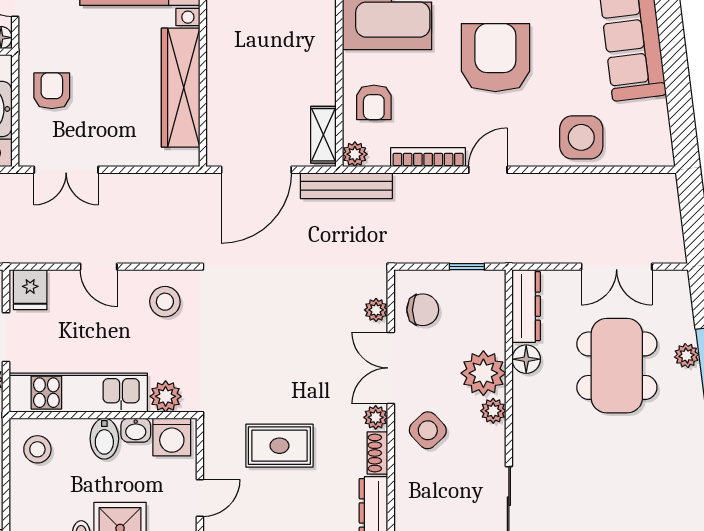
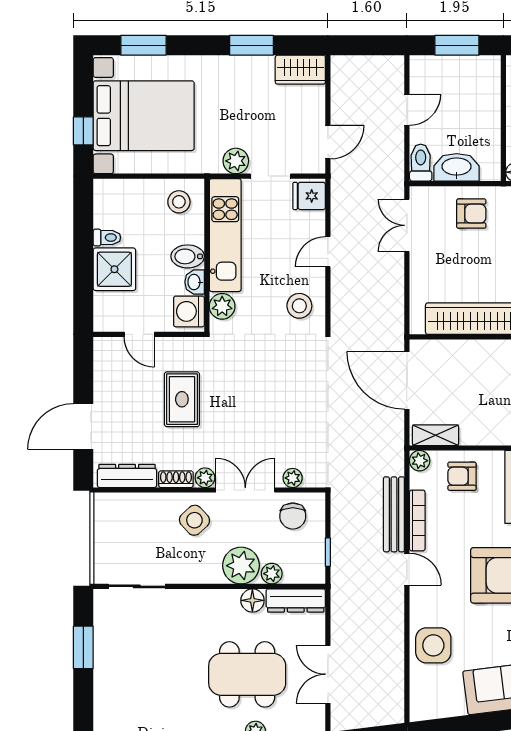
bench: (346, 186) -> (394, 514), moved
plant: (493, 411) -> (272, 574), moved

